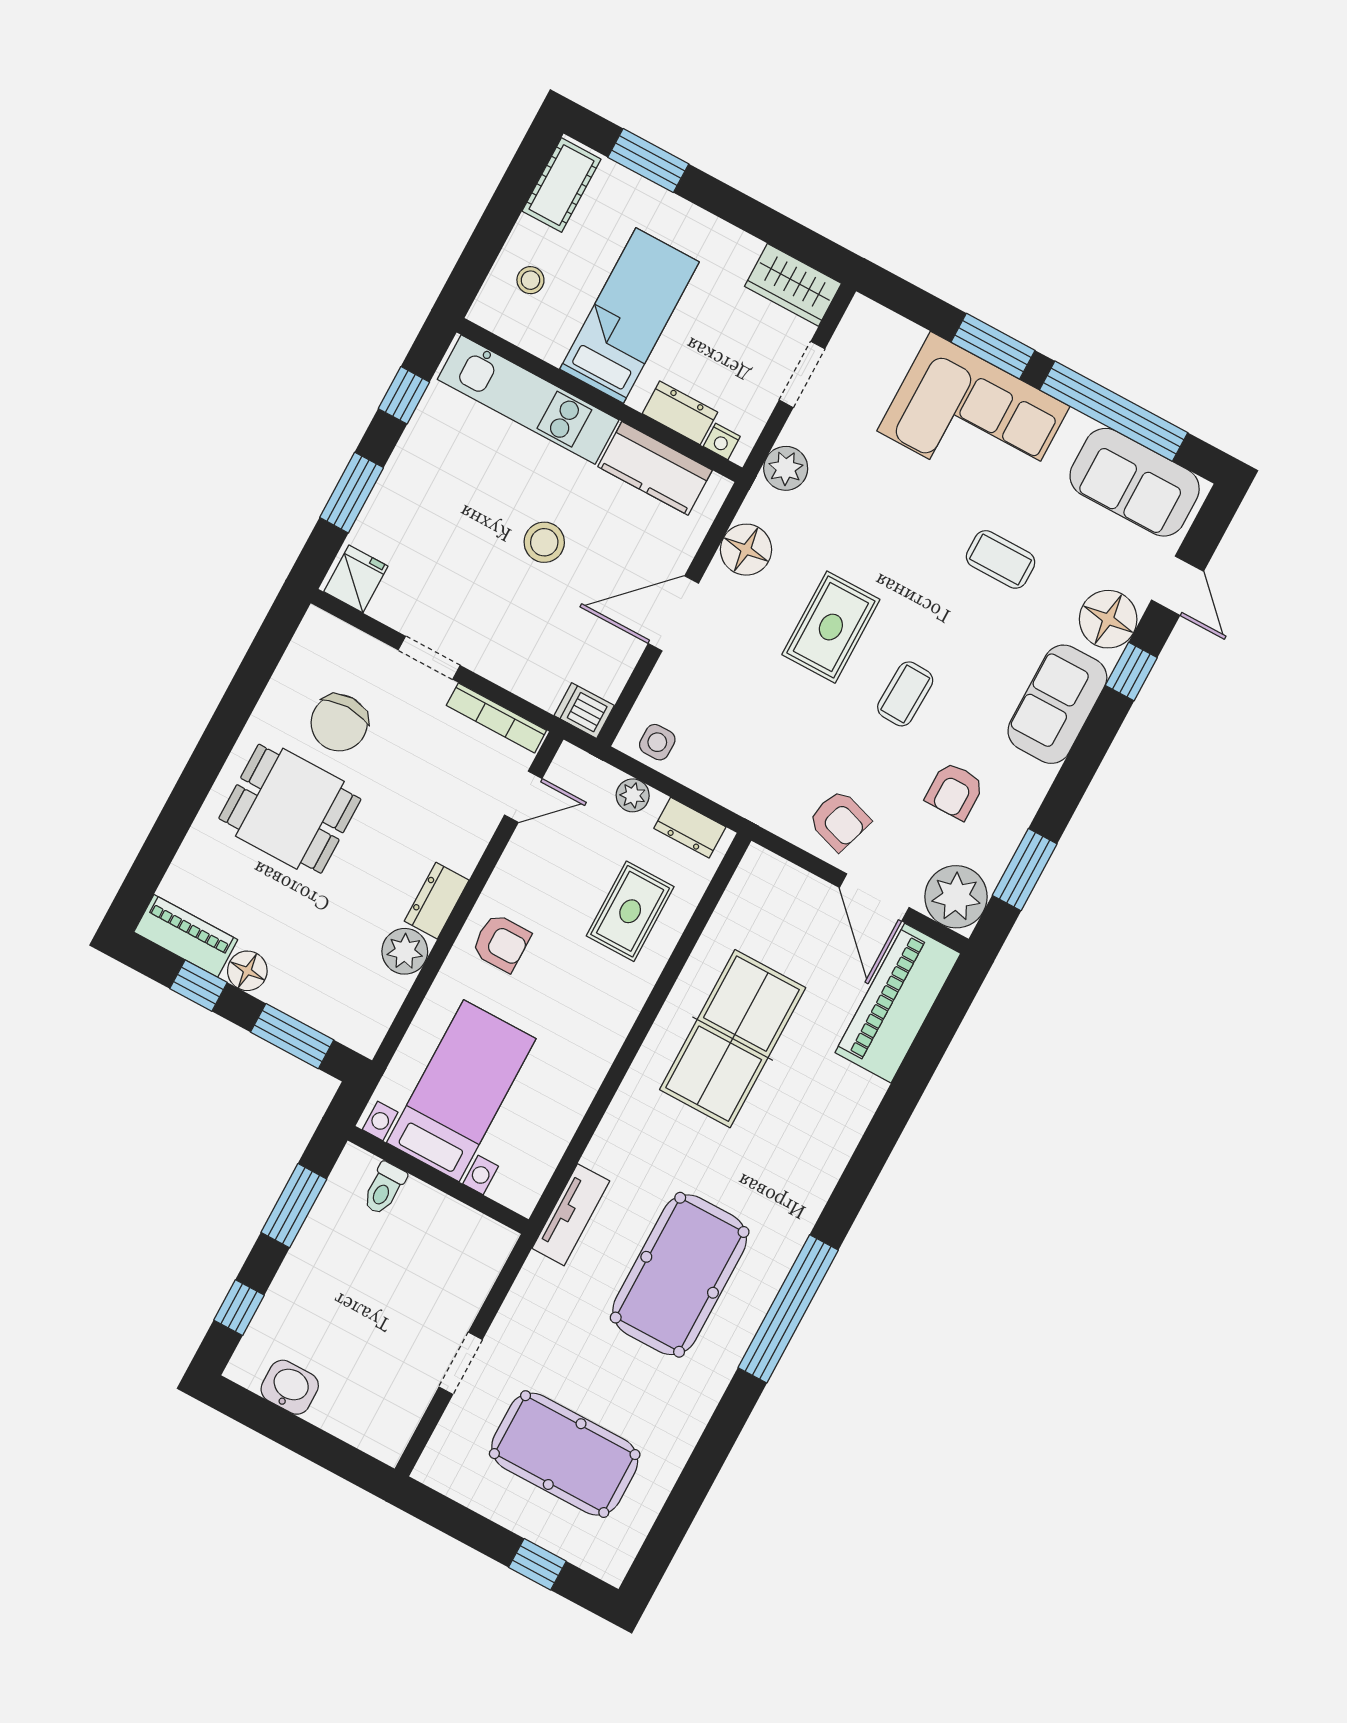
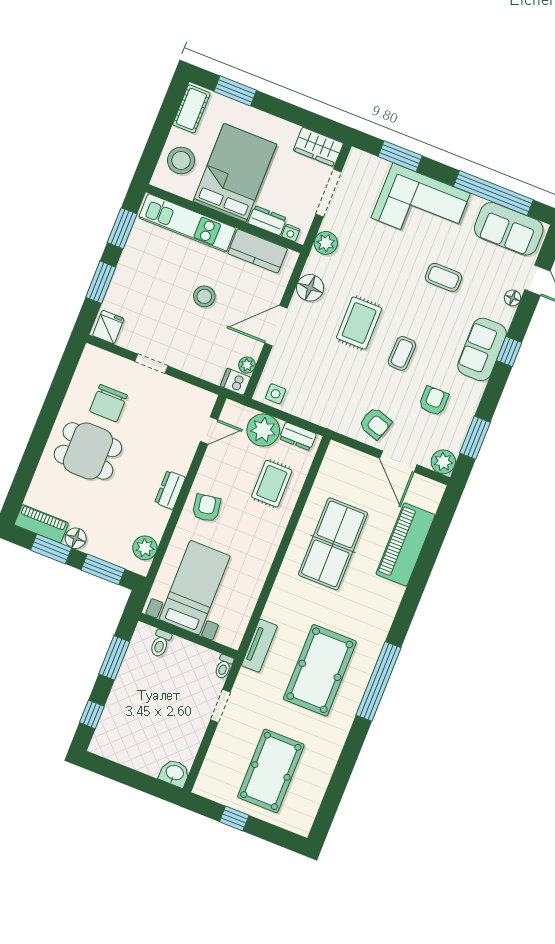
stool: (530, 280) -> (181, 160), width x1.89, depth x1.89
bed: (630, 316) -> (235, 173), width x1.50
window: (993, 346) -> (400, 156), moved
doorway: (802, 374) -> (329, 193), width x1.38
window: (404, 395) -> (122, 228), width x1.50
floor lamp: (1108, 619) -> (513, 298), width x0.53, depth x0.53
window: (1131, 672) -> (509, 351), moved
plant: (610, 681) -> (247, 365), added
bookcase: (496, 718) -> (190, 391), removed
armchair: (955, 791) -> (434, 401), turned 180
plant: (633, 795) -> (263, 430), width x1.87, depth x1.87
plant: (956, 897) -> (443, 462), width x0.73, depth x0.73
armchair: (501, 943) -> (206, 508), turned -99
plant: (405, 951) -> (145, 548), moved
window: (198, 986) -> (51, 549), width x1.50
piano: (898, 1003) -> (405, 544), moved
toilet: (499, 1247) -> (224, 667), added
doorway: (461, 1363) -> (220, 706), moved
washbasin: (290, 1387) -> (175, 773), moved
pool table: (565, 1454) -> (271, 771), turned 90
window: (537, 1564) -> (234, 818), moved

